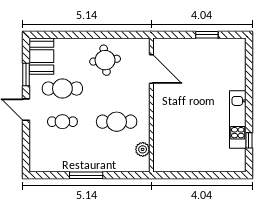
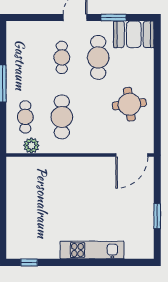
door: (151, 69) -> (132, 155), moved
kitchen unit: (238, 119) -> (92, 250), moved
window: (249, 140) -> (29, 262), moved
cafe table: (117, 155) -> (25, 117), added

